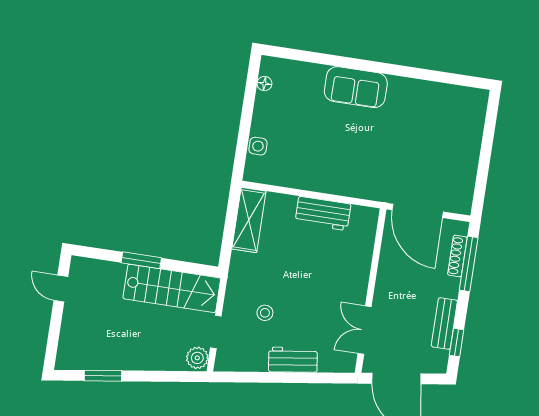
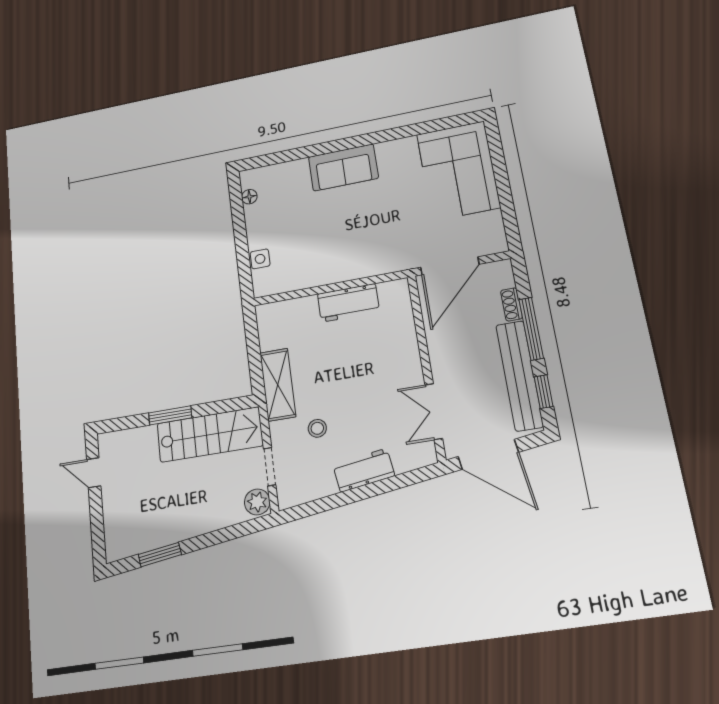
corner sofa: (453, 128) -> (458, 171), added
door: (418, 211) -> (450, 266), hinge flipped
shelving: (249, 220) -> (278, 385), moved
shoe rack: (457, 256) -> (512, 304), width x0.70
window: (469, 264) -> (531, 329), moved
bench: (444, 323) -> (519, 375), width x1.86, depth x1.21

